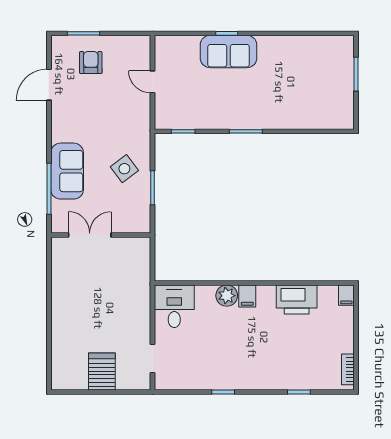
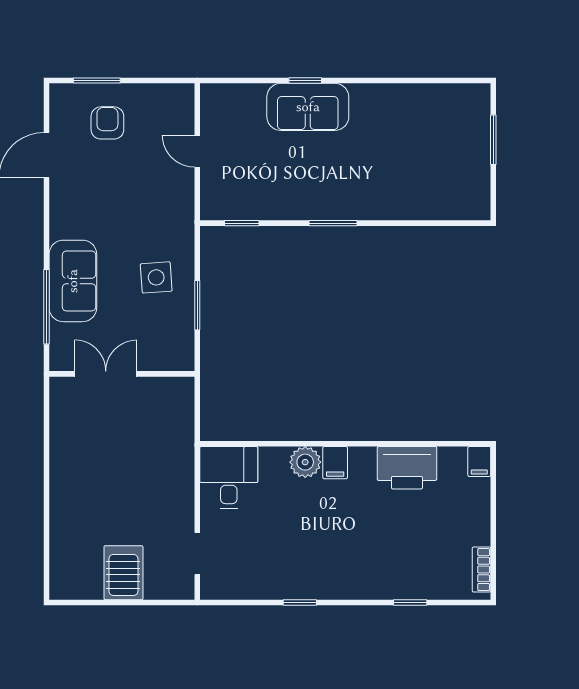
side table: (124, 169) -> (156, 277), turned 33

